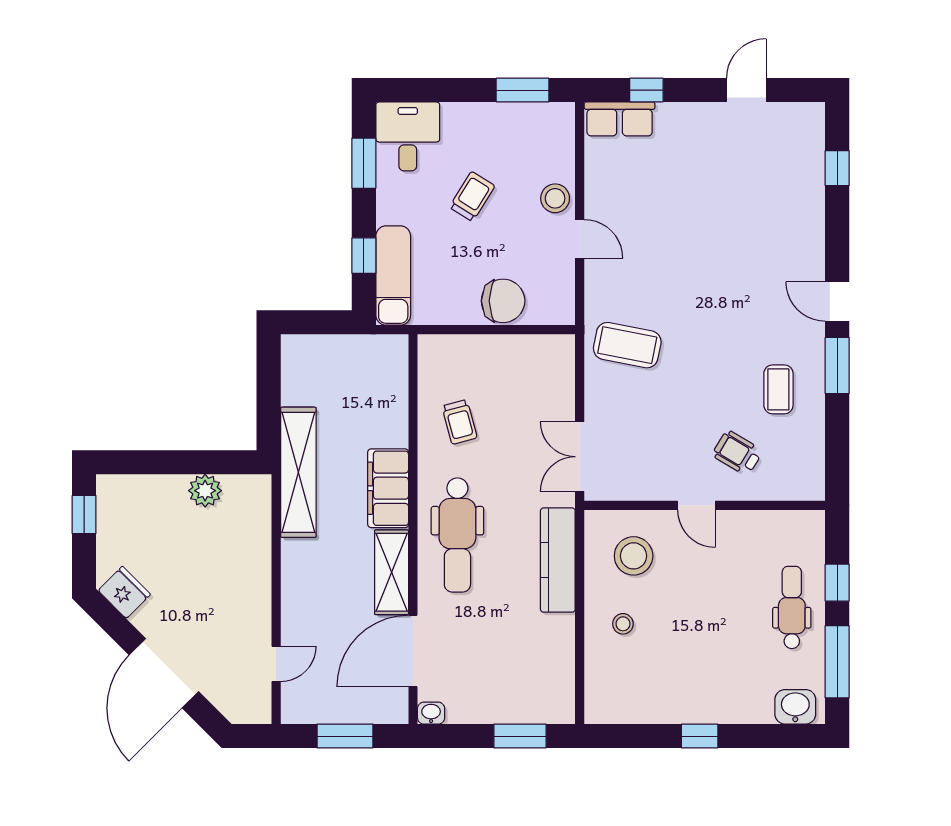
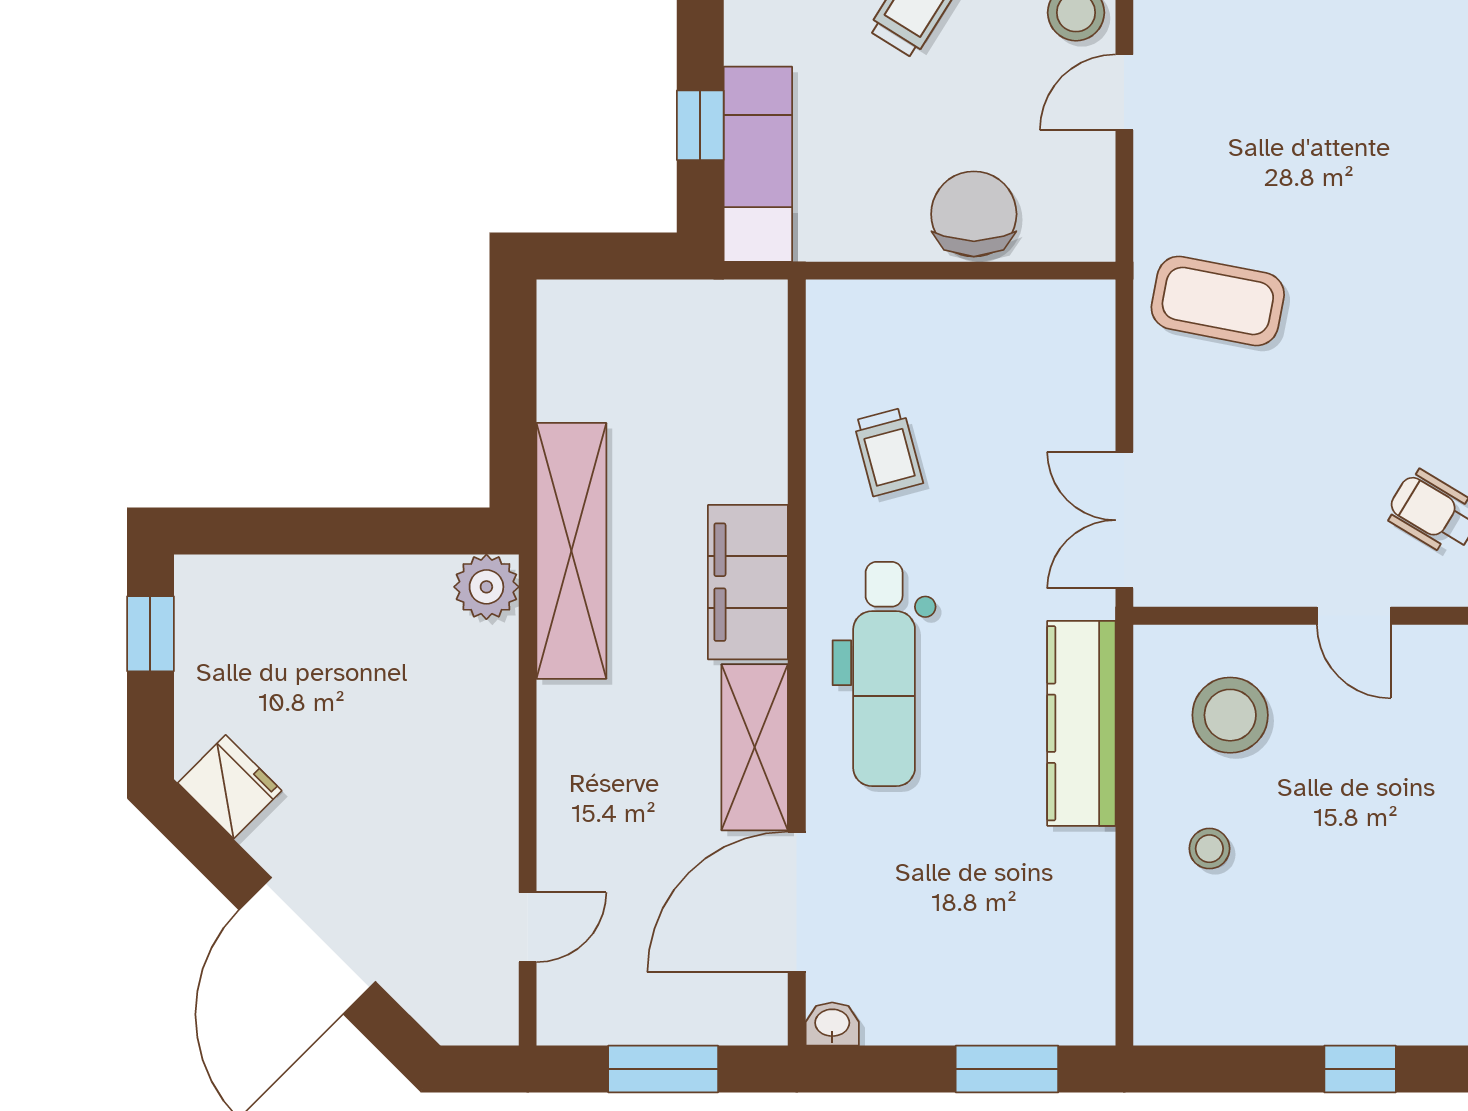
door: (580, 239) -> (1124, 92), swing flipped
chair: (503, 301) -> (974, 214), turned -90
plant: (205, 491) -> (486, 587), moved

